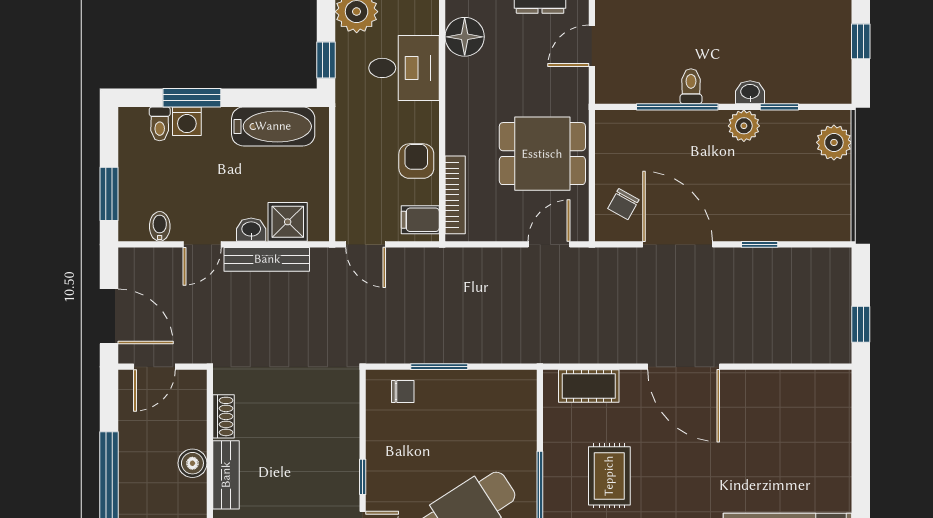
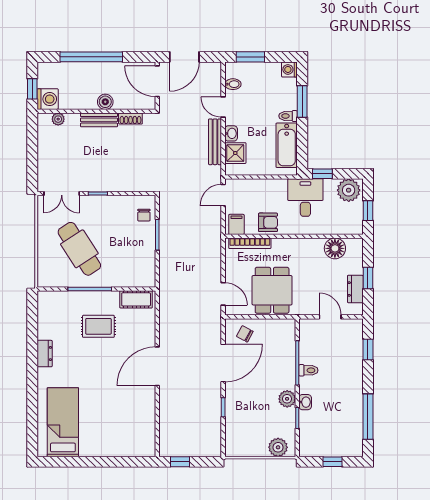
desk: (404, 68) -> (305, 198), moved, turned 180
washing machine: (187, 121) -> (289, 69), moved
toilet: (160, 124) -> (288, 116), moved
door: (154, 367) -> (157, 81), width x1.38
cot: (589, 386) -> (136, 299), moved, turned 90

